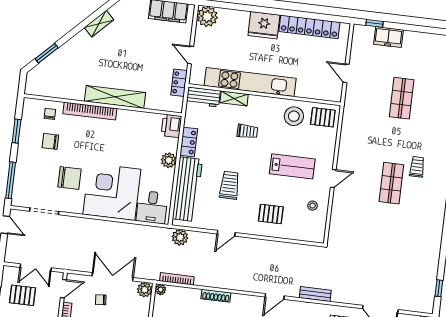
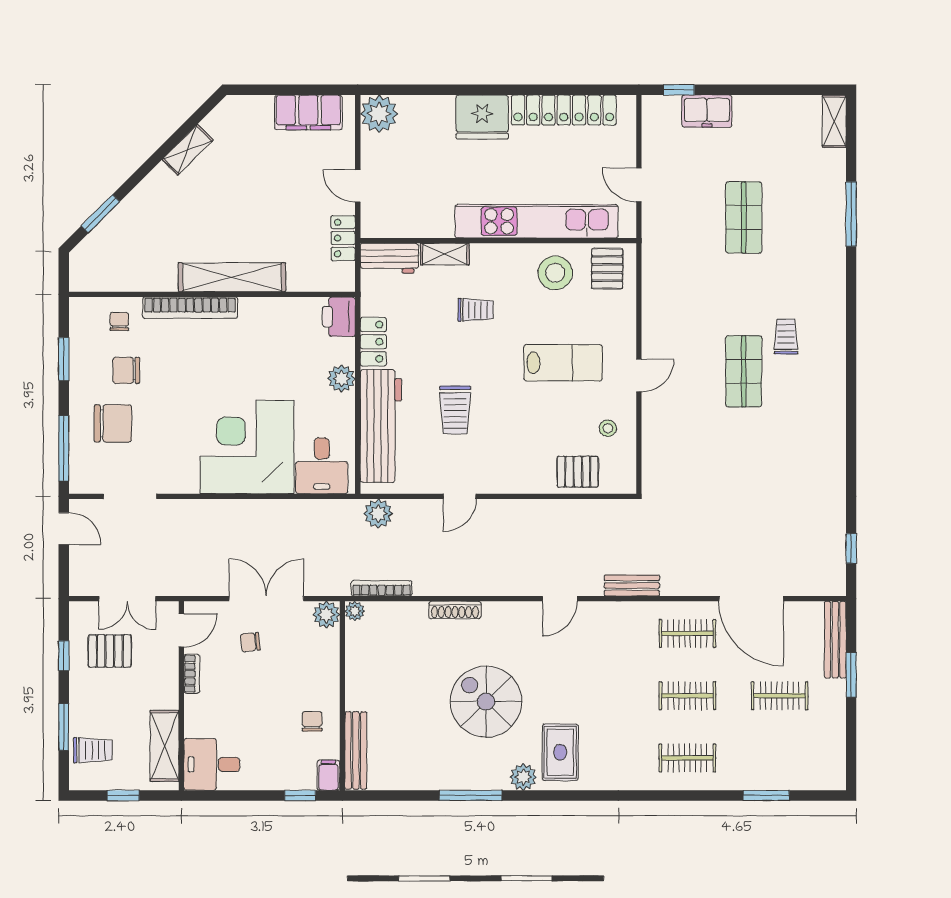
kitchen unit: (250, 82) -> (537, 221), moved
pallet: (323, 117) -> (607, 268), turned 90
chair: (69, 178) -> (113, 423), moved
trolley: (229, 185) -> (455, 410), turned 180
pallet: (271, 214) -> (578, 472), moved

